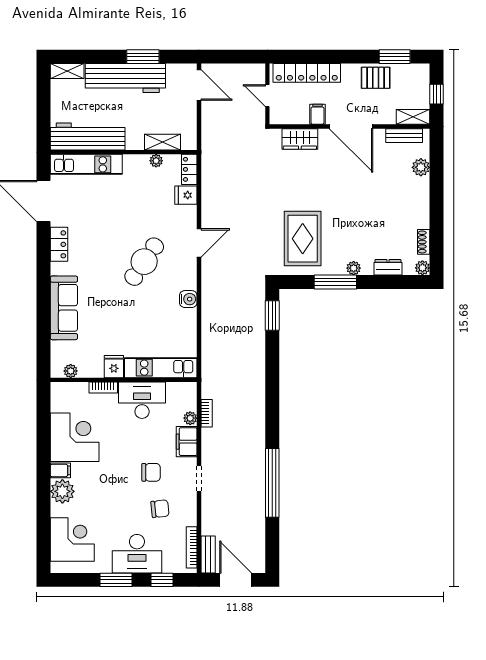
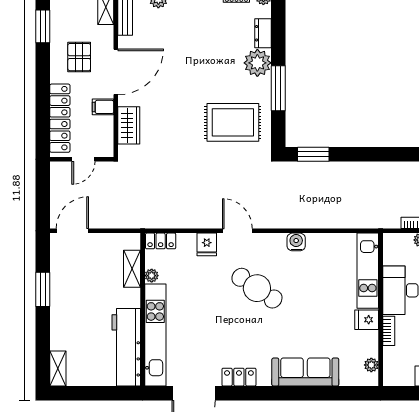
workbench: (125, 78) -> (65, 308), removed
pallet: (376, 78) -> (79, 57), moved
kitchen unit: (86, 164) -> (155, 335), width x1.36
fridge: (186, 195) -> (207, 244), moved
plant: (354, 268) -> (257, 63), width x1.87, depth x1.87

